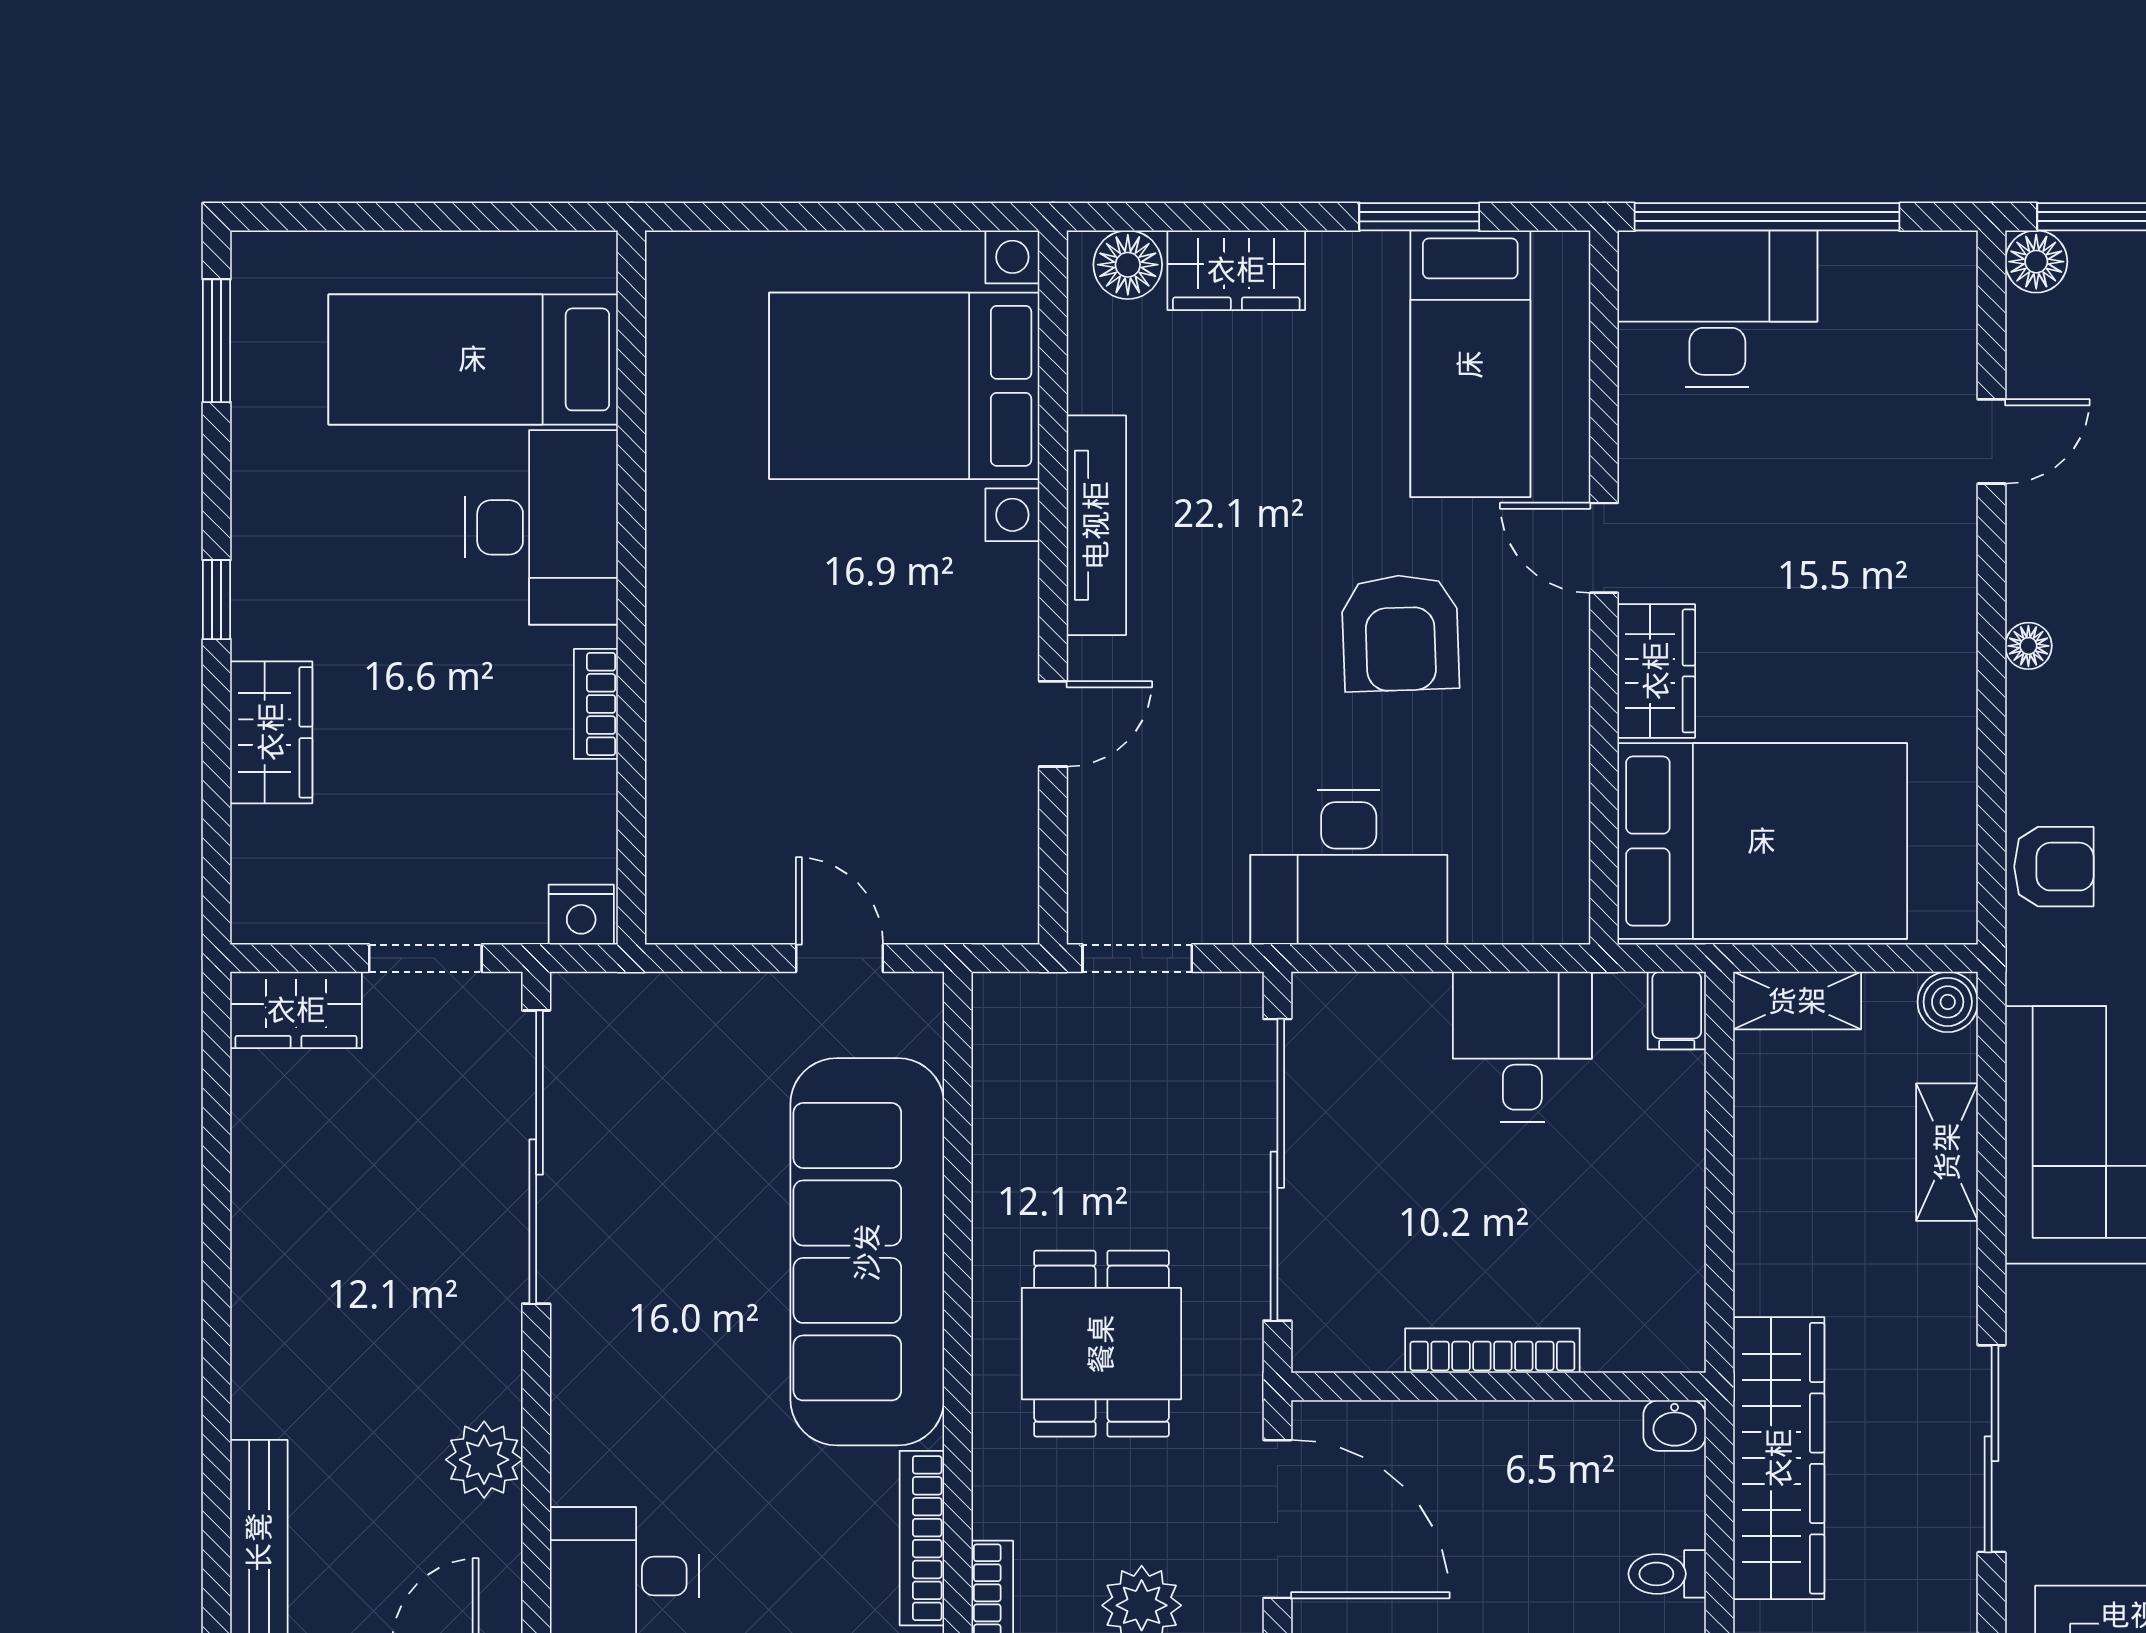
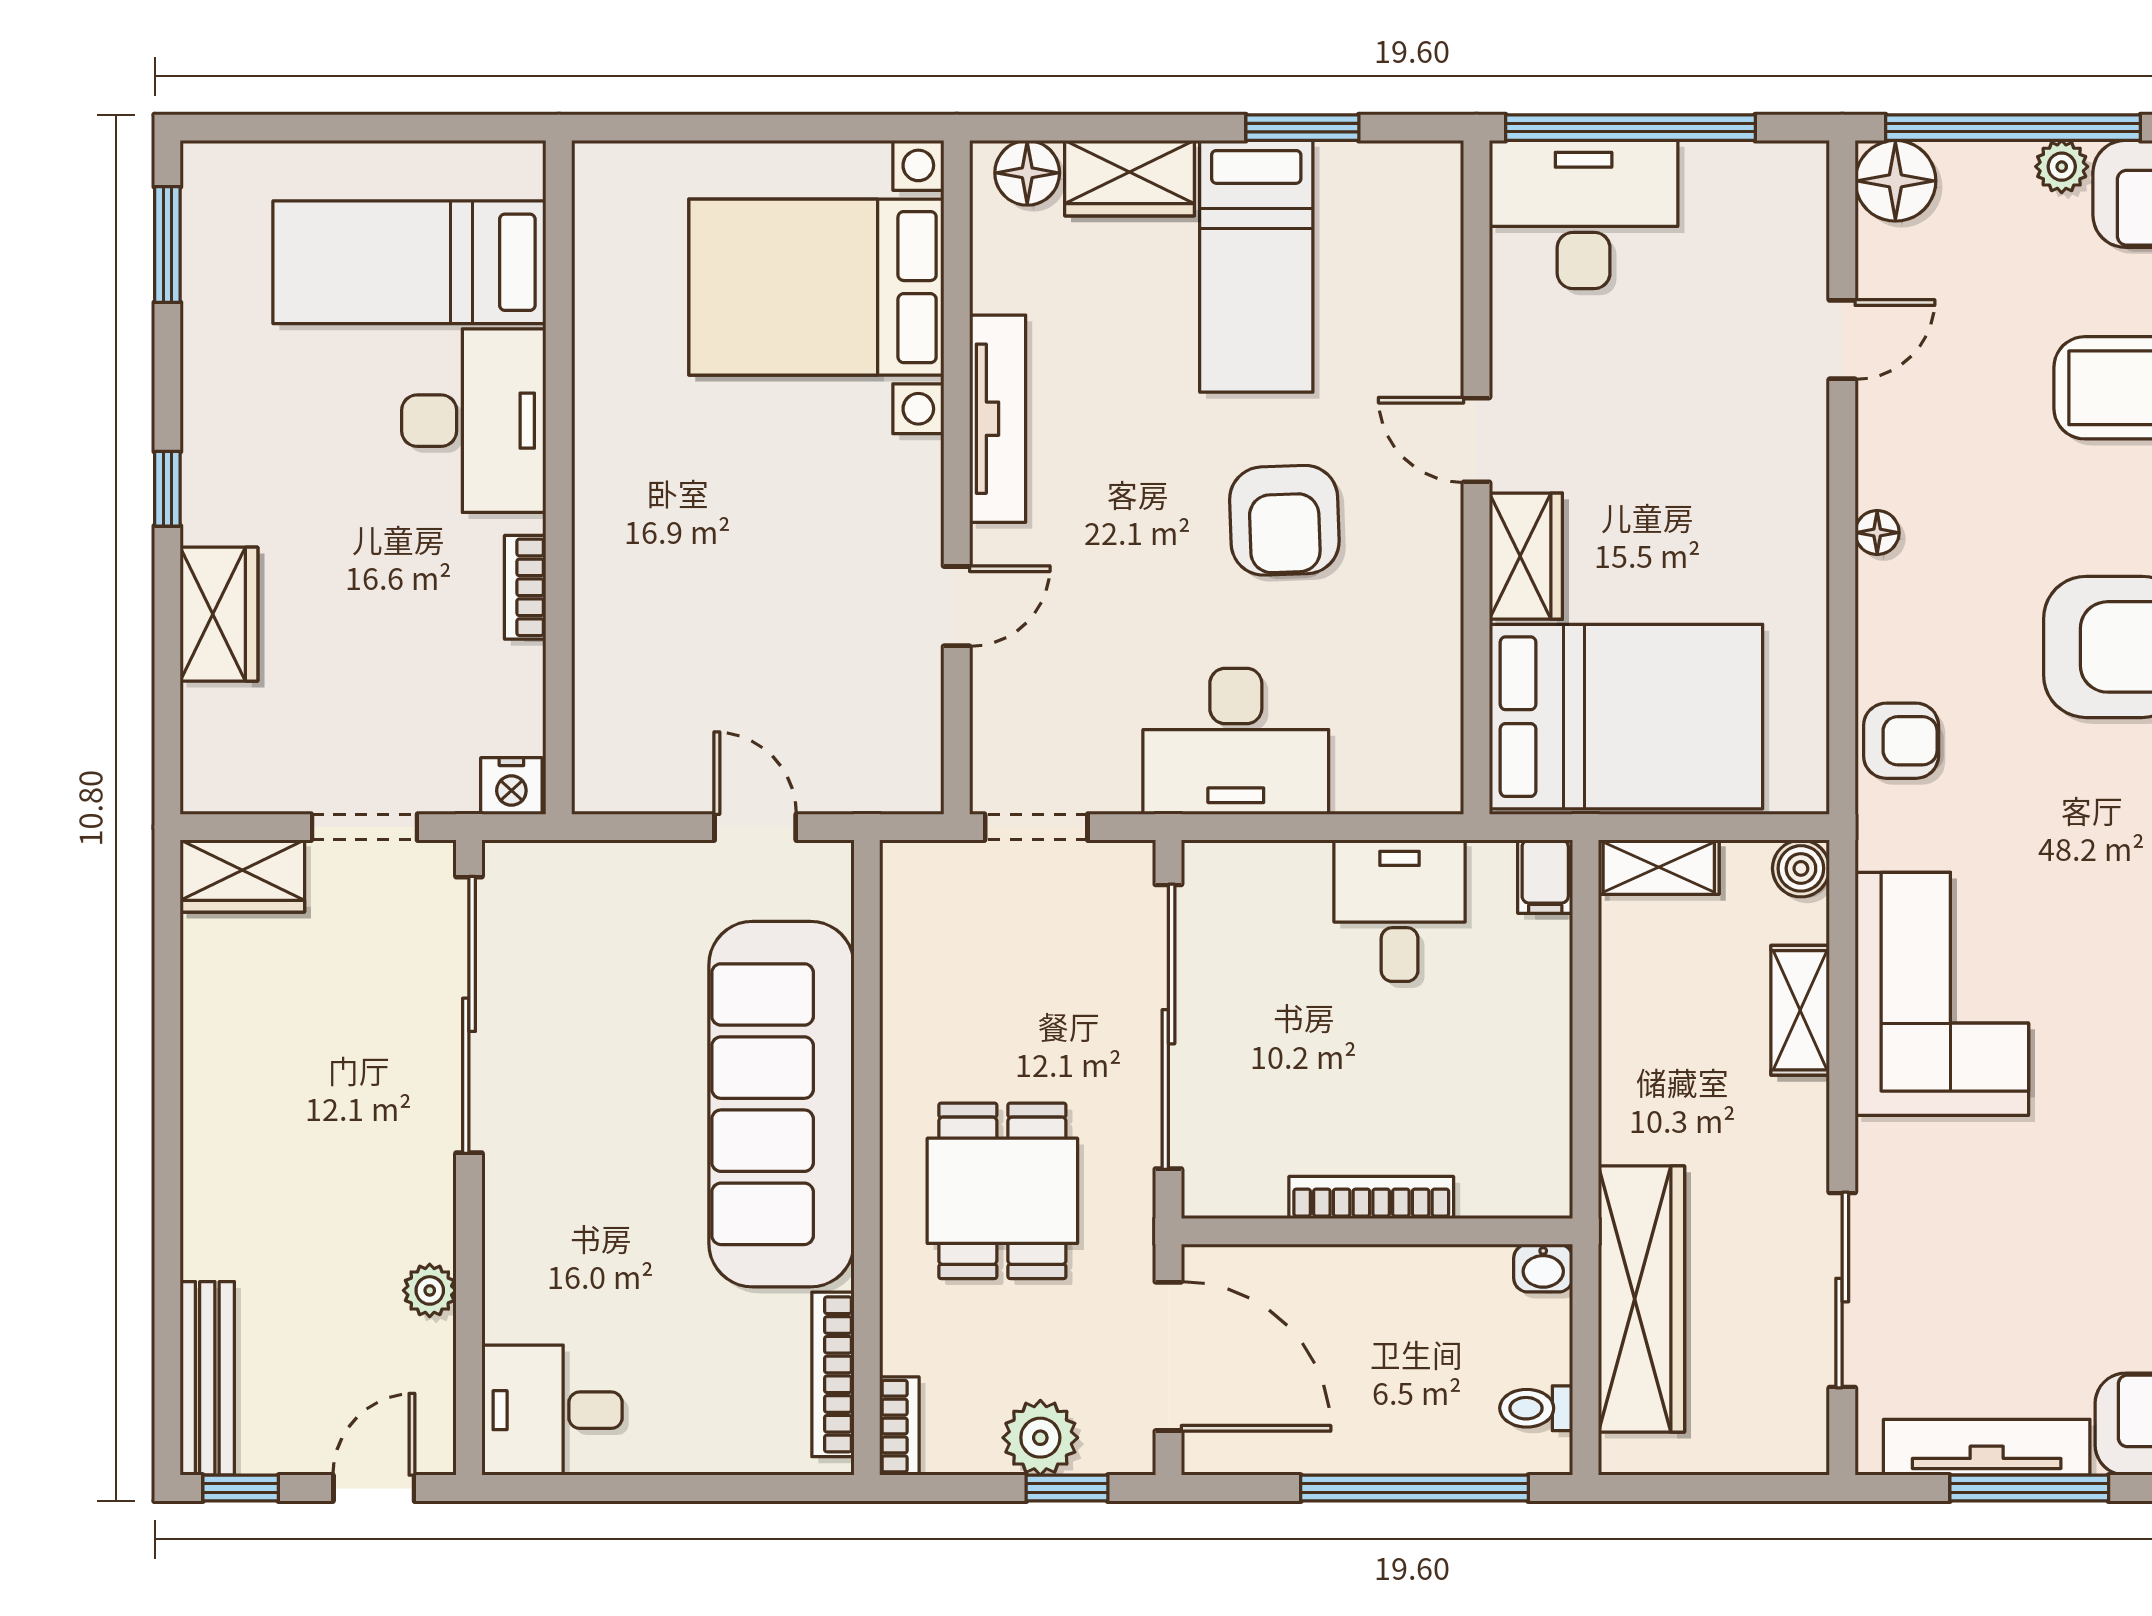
floor lamp: (2036, 262) -> (1895, 181), width x1.38, depth x1.38
bed: (1470, 364) -> (1256, 266), moved
plant: (484, 1460) -> (430, 1290), width x0.73, depth x0.73

